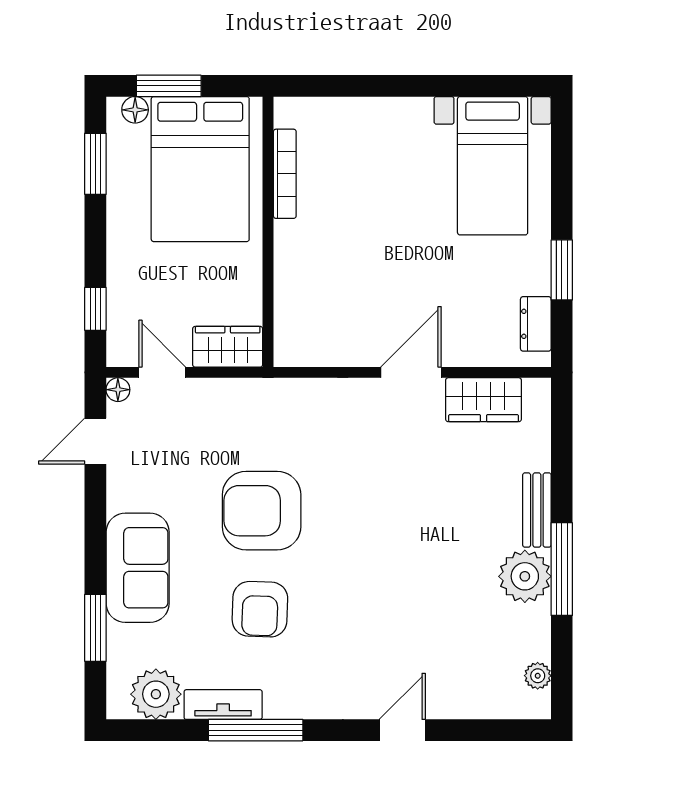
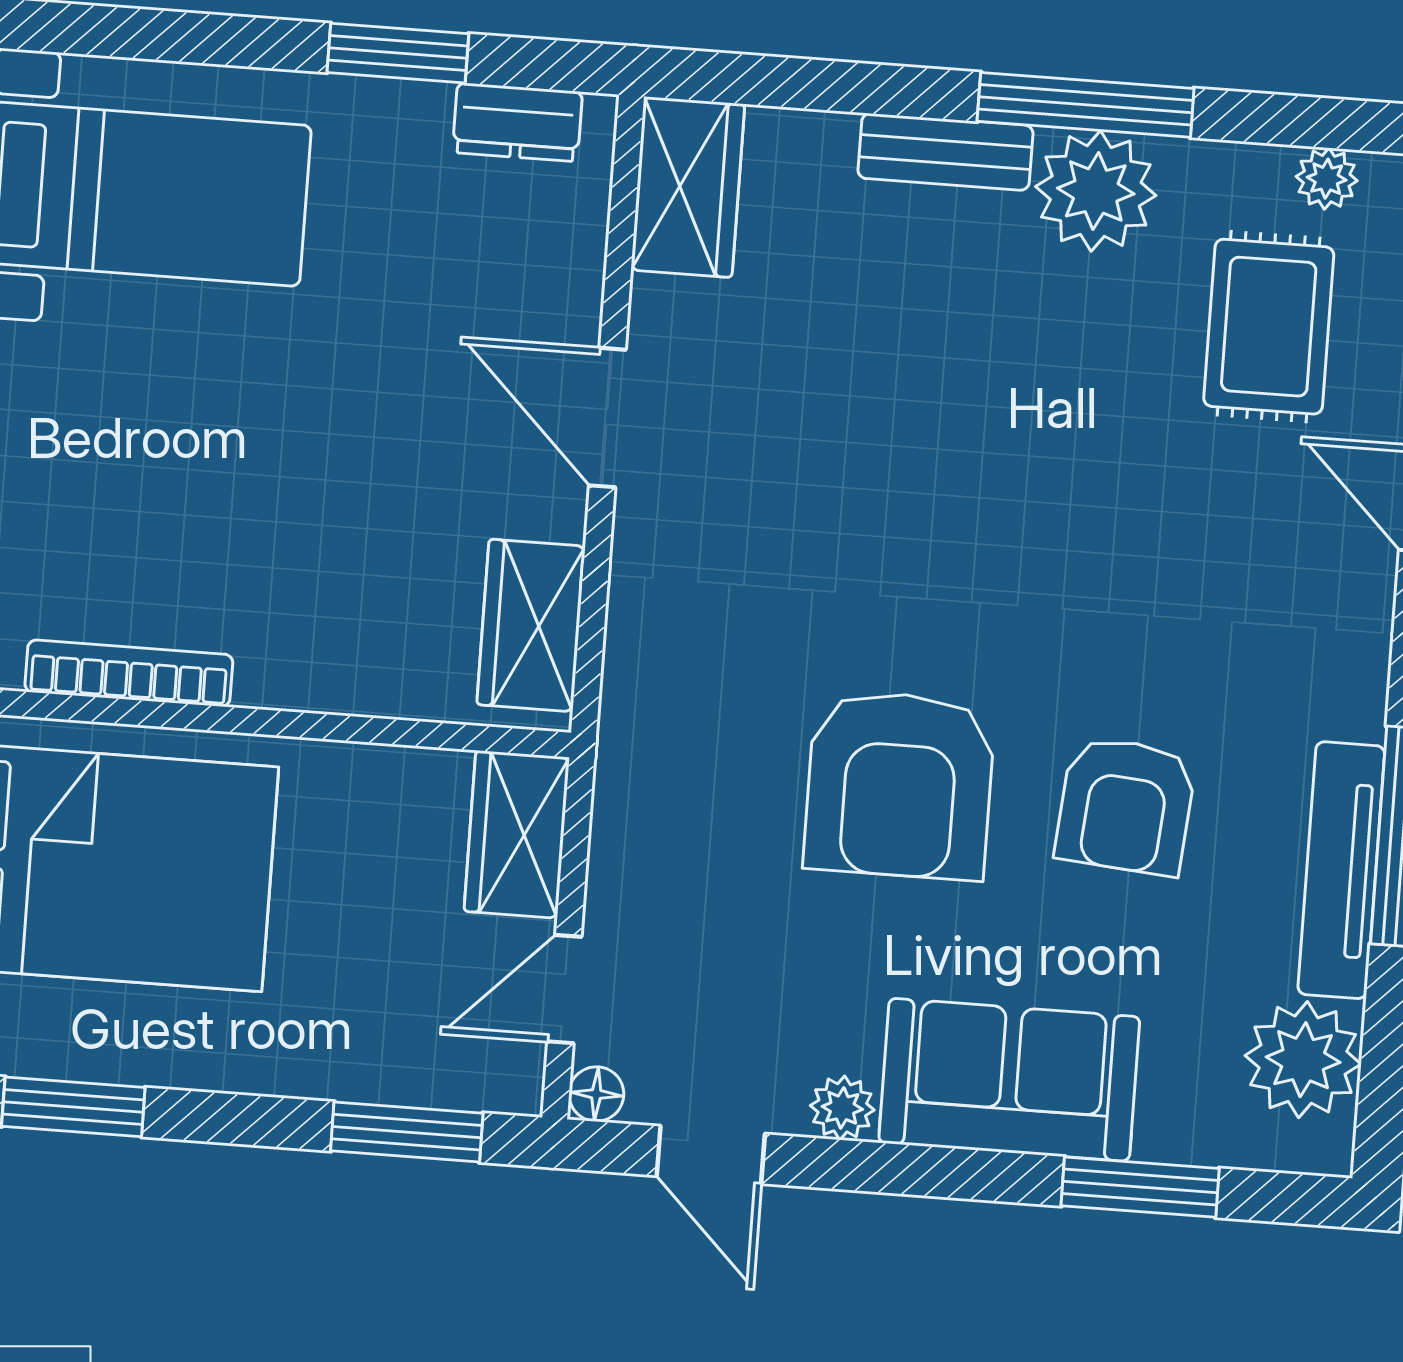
window: (95, 309) -> (407, 1132), width x1.50
wardrobe: (319, 346) -> (531, 625), added
wardrobe: (484, 400) -> (688, 187), moved
plant: (120, 496) -> (842, 1108), added
armchair: (260, 609) -> (1126, 806), turned 93
rug: (472, 656) -> (1269, 327), added
tv unit: (223, 705) -> (1341, 870), width x1.41

